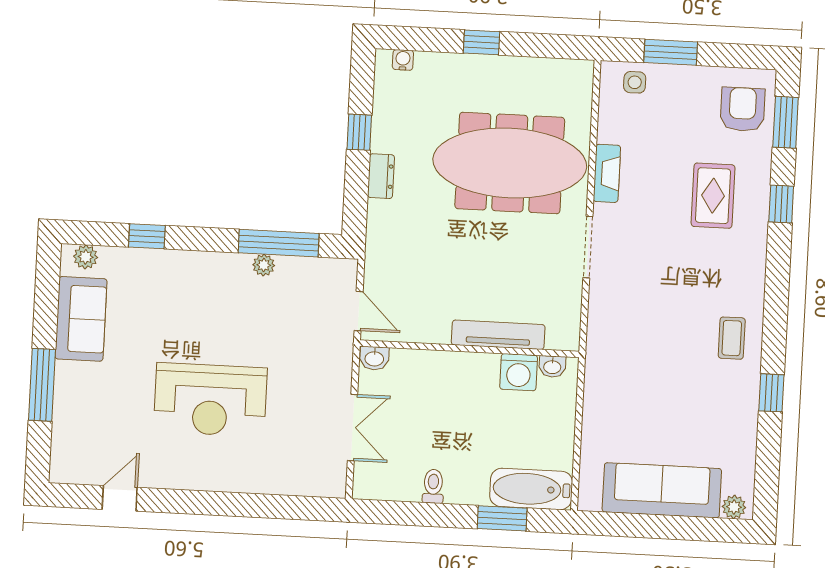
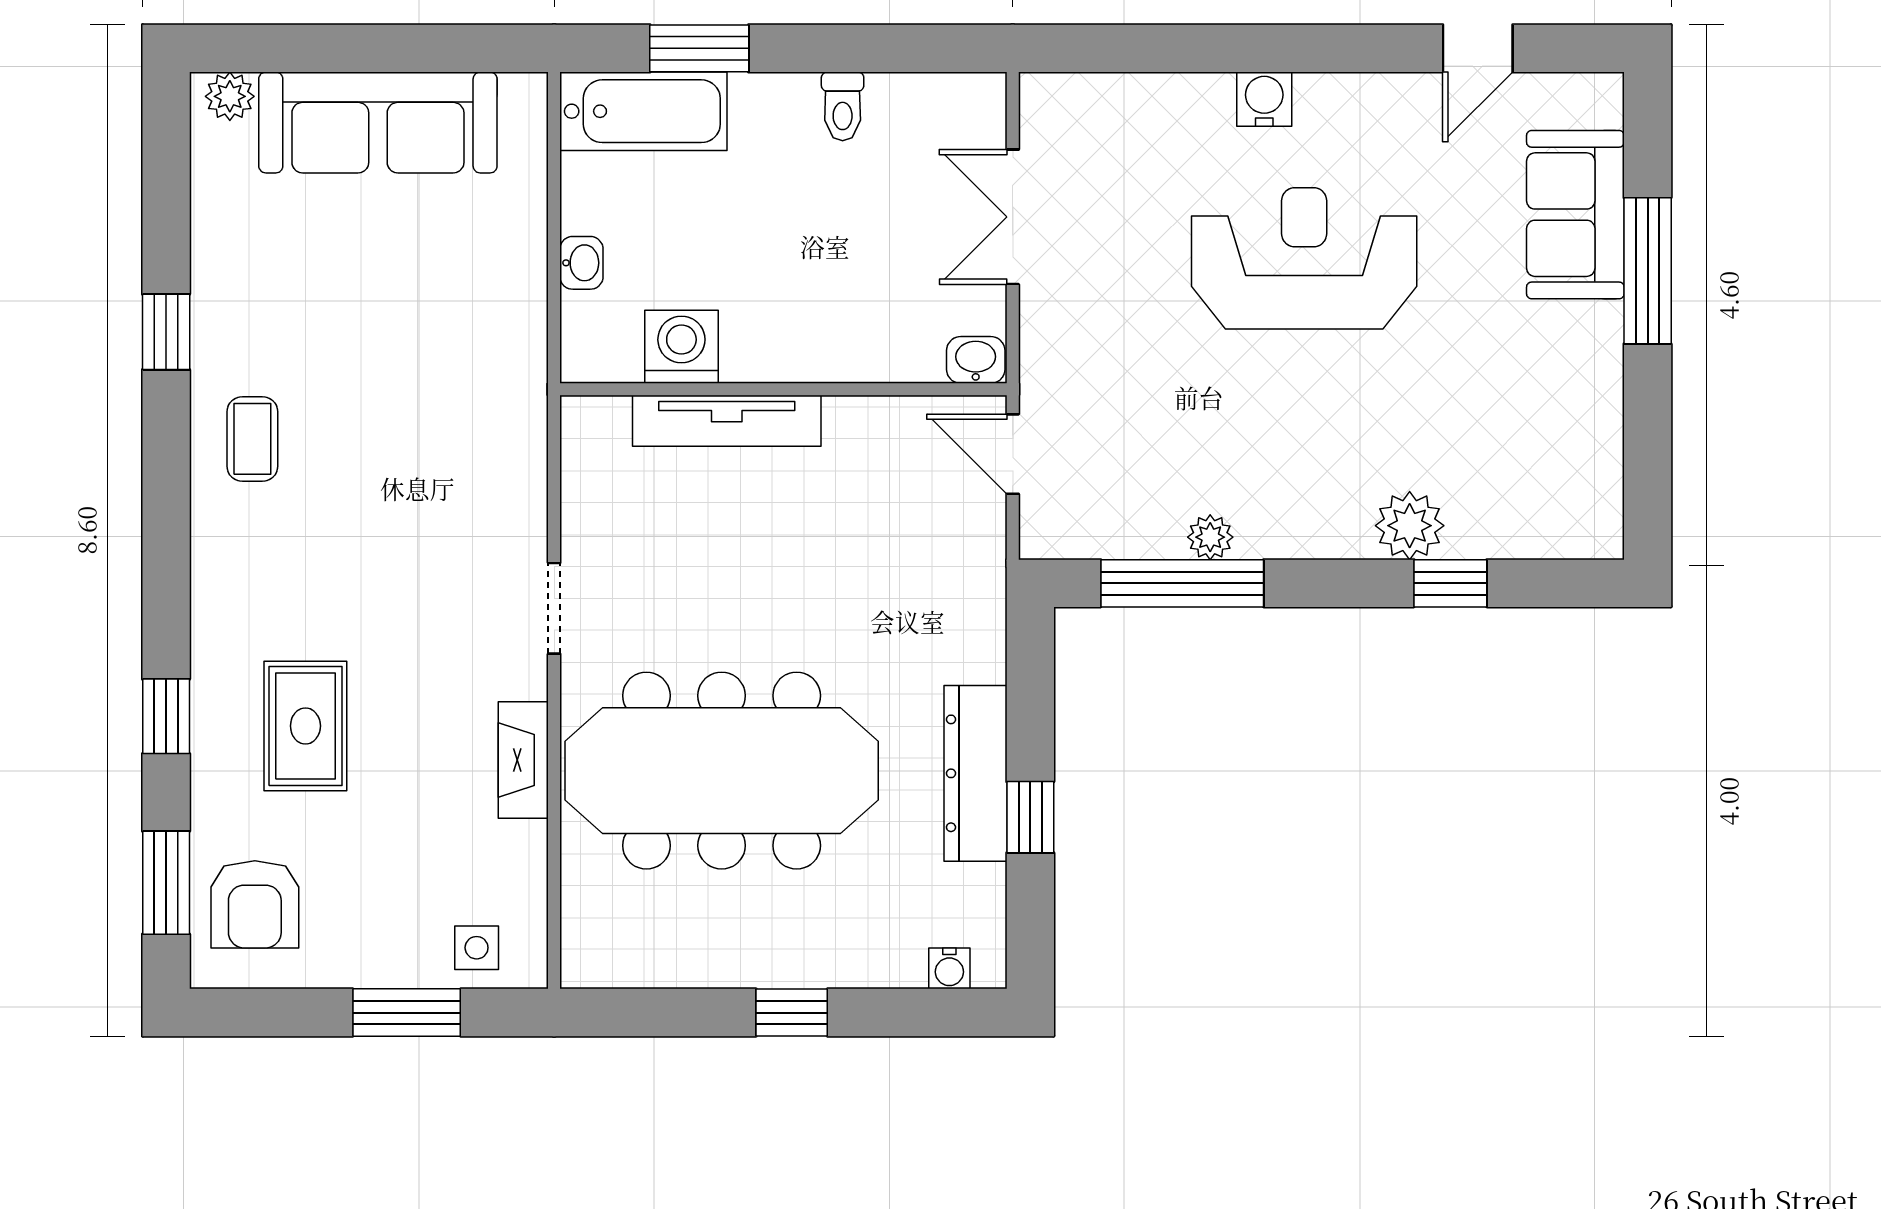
dresser: (381, 176) -> (975, 773), width x1.96, depth x1.24
doorway: (588, 247) -> (554, 608), width x0.73
plant: (86, 257) -> (1410, 526), moved, width x1.38, depth x1.38
sofa: (81, 319) -> (1575, 215), moved
washbasin: (552, 367) -> (581, 263), moved, turned 90
water cooler: (226, 479) -> (1264, 99), added

